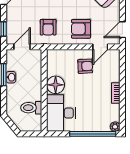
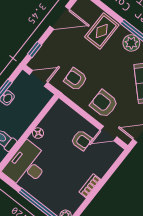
armchair: (48, 27) -> (76, 79), turned 87
floor lamp: (56, 85) -> (38, 133), width x0.53, depth x0.53

